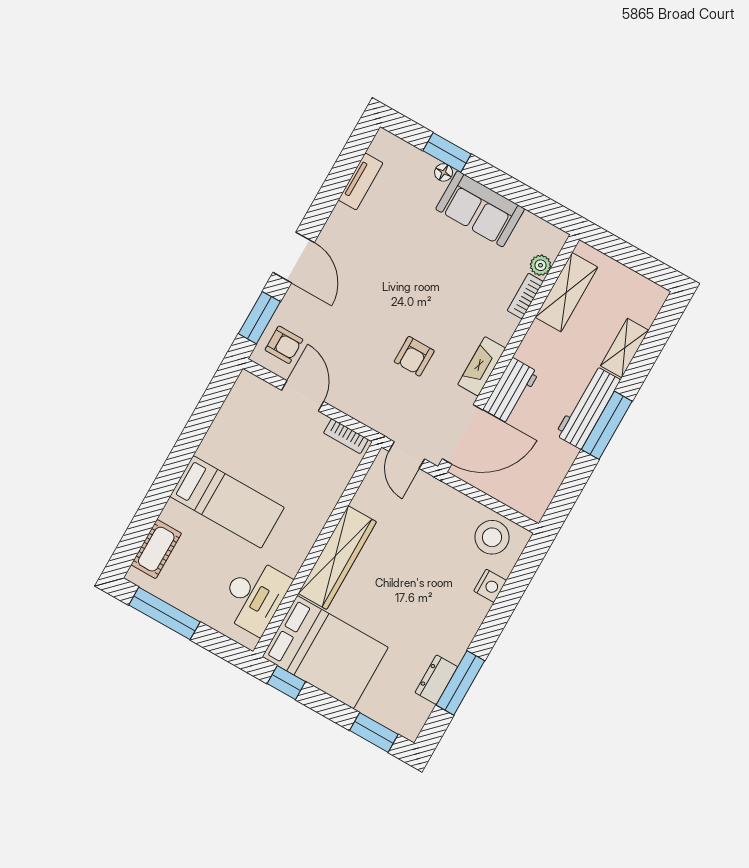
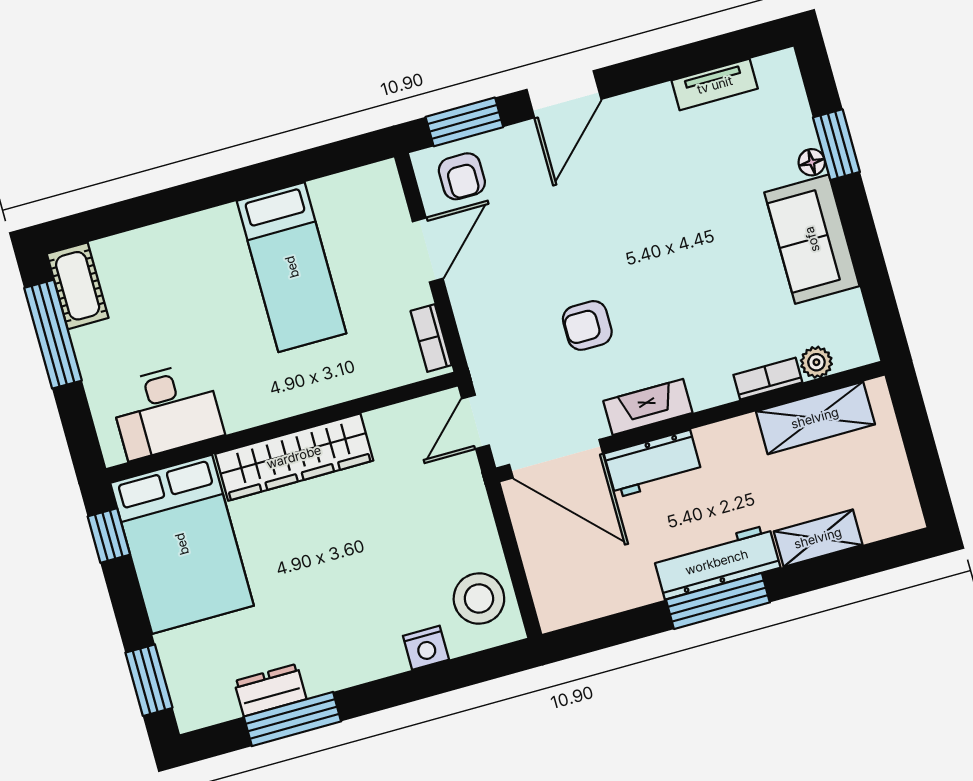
bed: (227, 502) -> (292, 267), moved
cot: (156, 549) -> (78, 286), moved, turned 90

